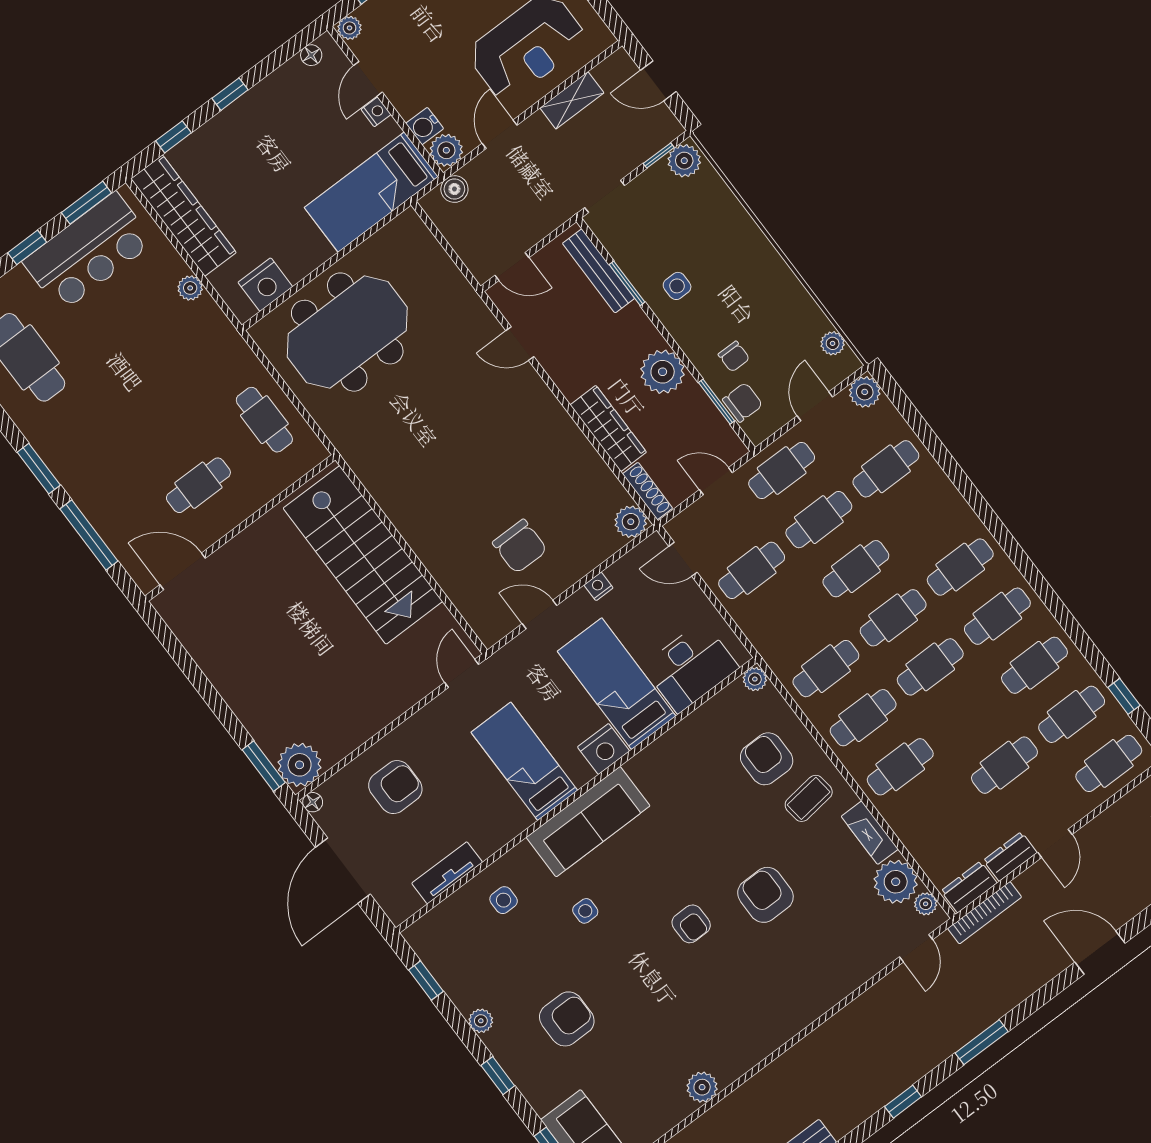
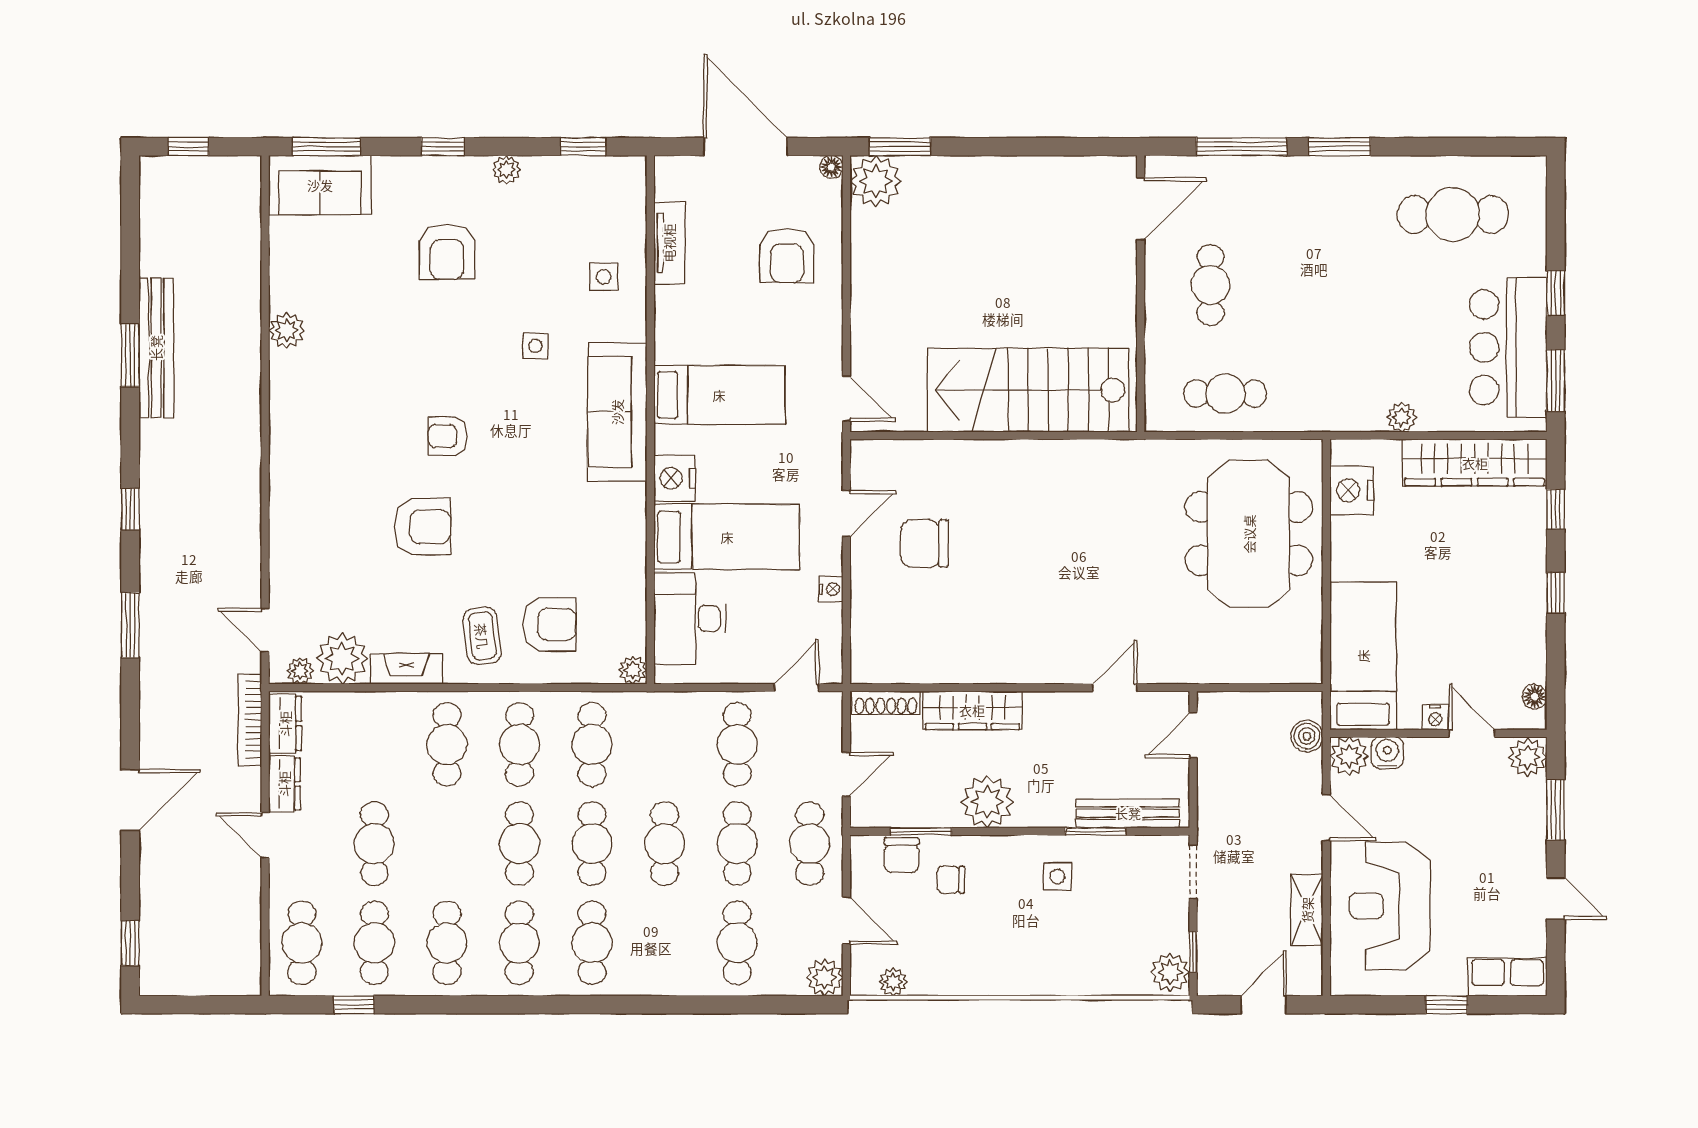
plant: (349, 28) -> (1528, 757), width x1.38, depth x1.38
plant: (631, 522) -> (869, 665), removed

